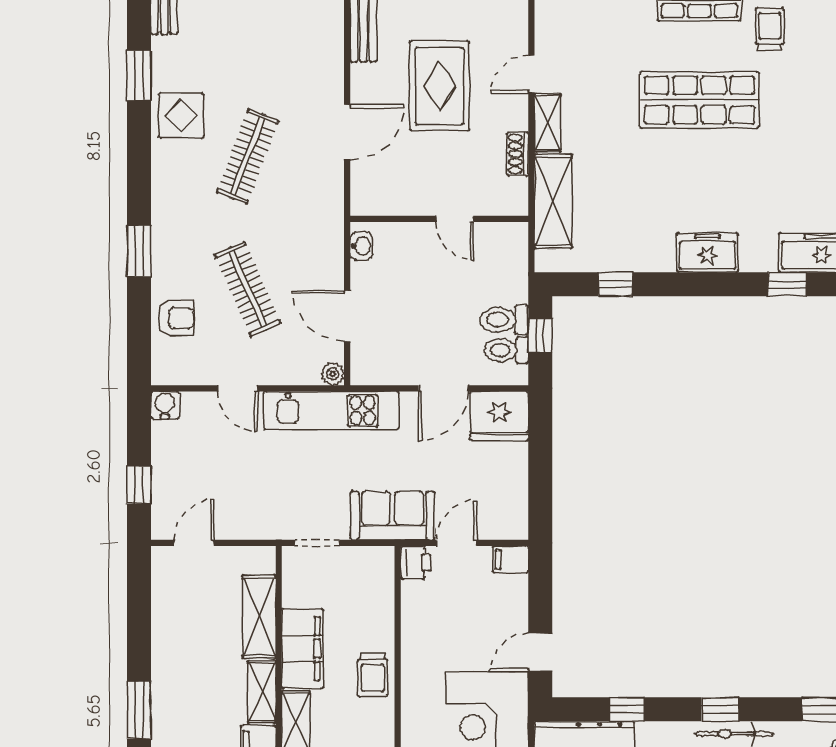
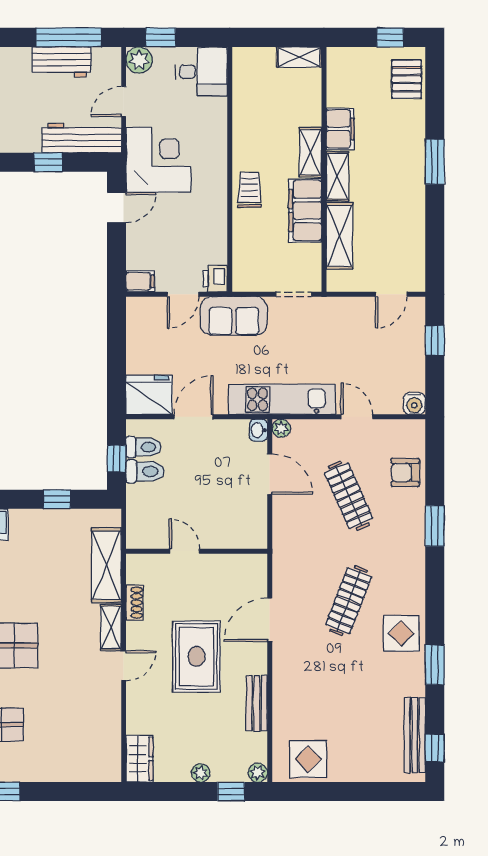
washbasin: (361, 246) -> (258, 430), moved

